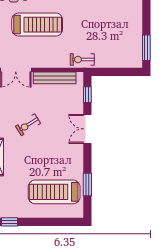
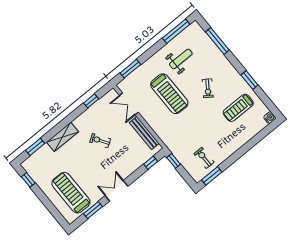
exercise bike: (82, 59) -> (204, 158), moved
window: (103, 72) -> (174, 161), added
double door: (87, 129) -> (117, 191), moved

